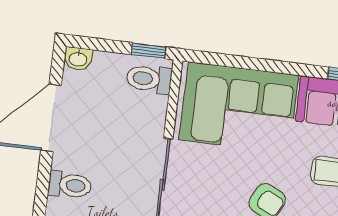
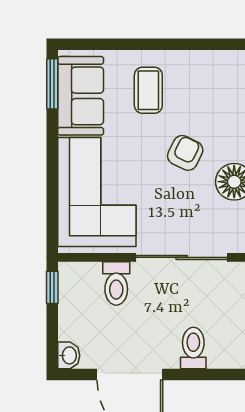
toilet: (149, 79) -> (116, 283), moved

